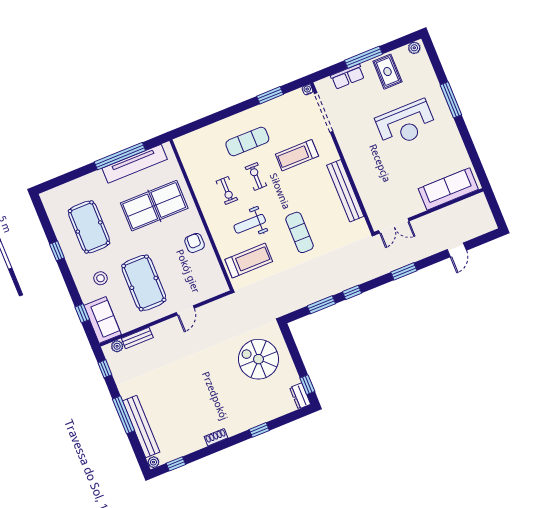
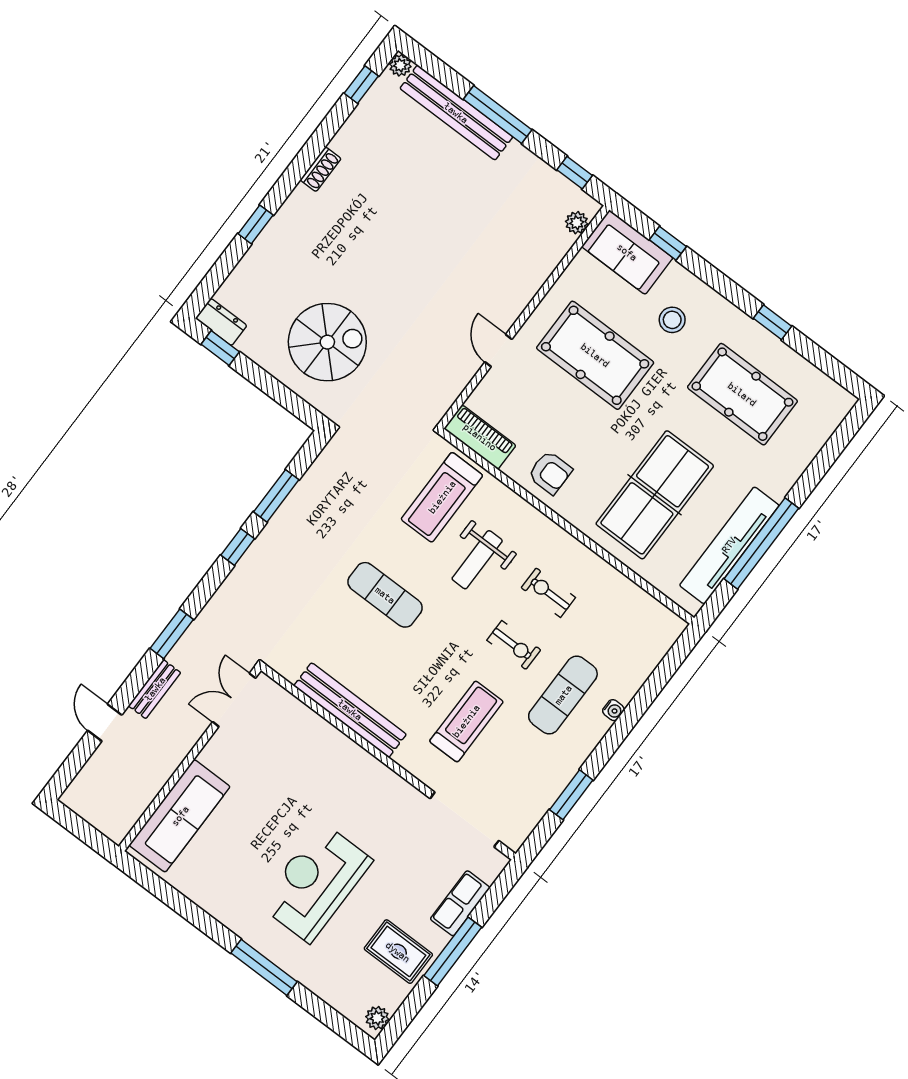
water cooler: (307, 90) -> (613, 710), moved
weight bench: (250, 224) -> (477, 560), turned 180
piano: (216, 277) -> (480, 437), added
bench: (137, 338) -> (155, 689), moved

